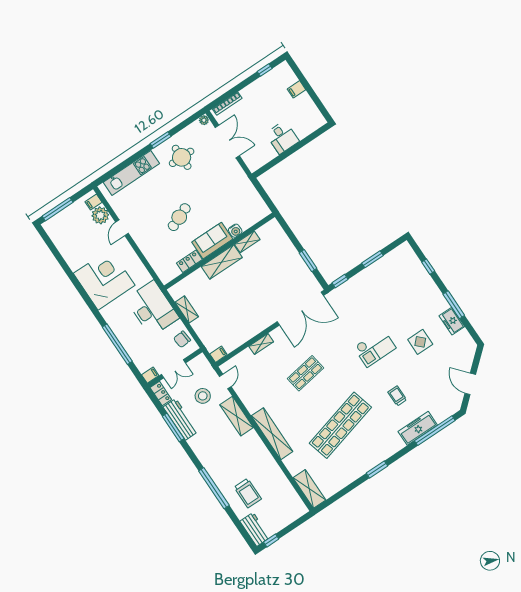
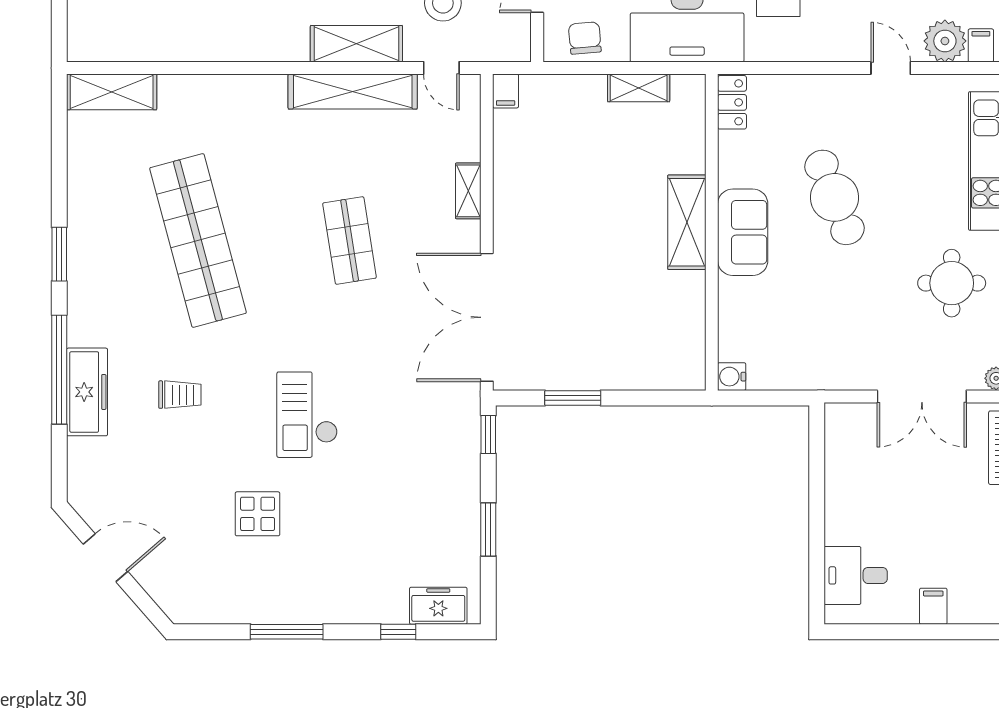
desk: (282, 137) -> (856, 575), moved
cafe table: (179, 217) -> (835, 197), width x1.37, depth x1.35
water cooler: (235, 231) -> (732, 377), moved
shelving: (247, 242) -> (693, 301), removed
locker: (189, 261) -> (732, 102), moved
freezer: (452, 321) -> (438, 606), moved
window: (435, 431) -> (59, 370), moved
shelving: (272, 434) -> (353, 92), moved

